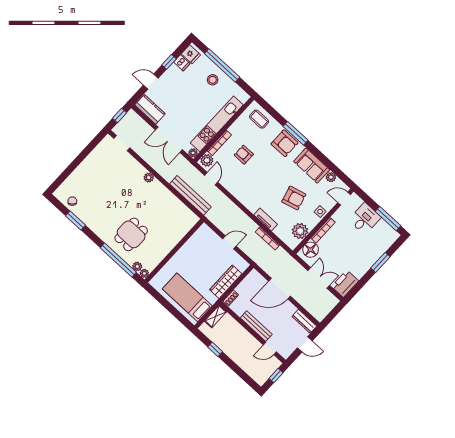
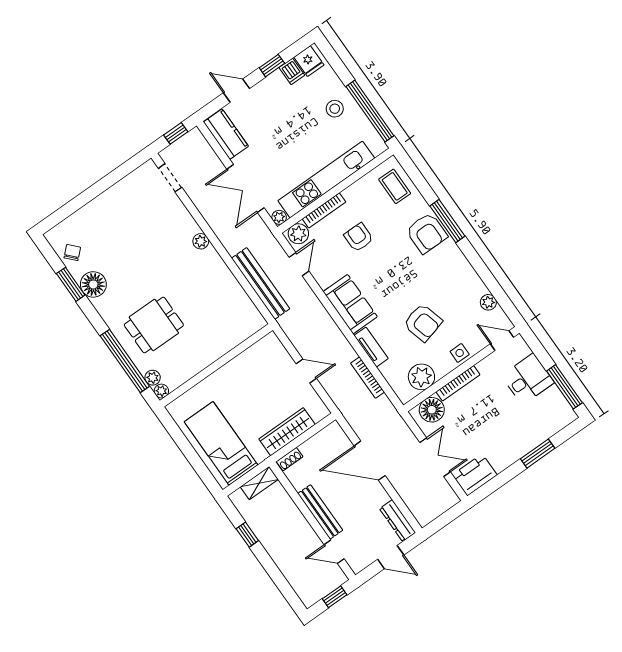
window: (222, 65) -> (370, 111), moved
sofa: (312, 166) -> (350, 304), moved, turned 180
floor lamp: (89, 218) -> (93, 284), added

